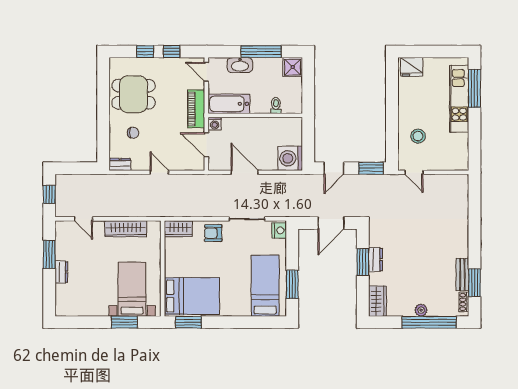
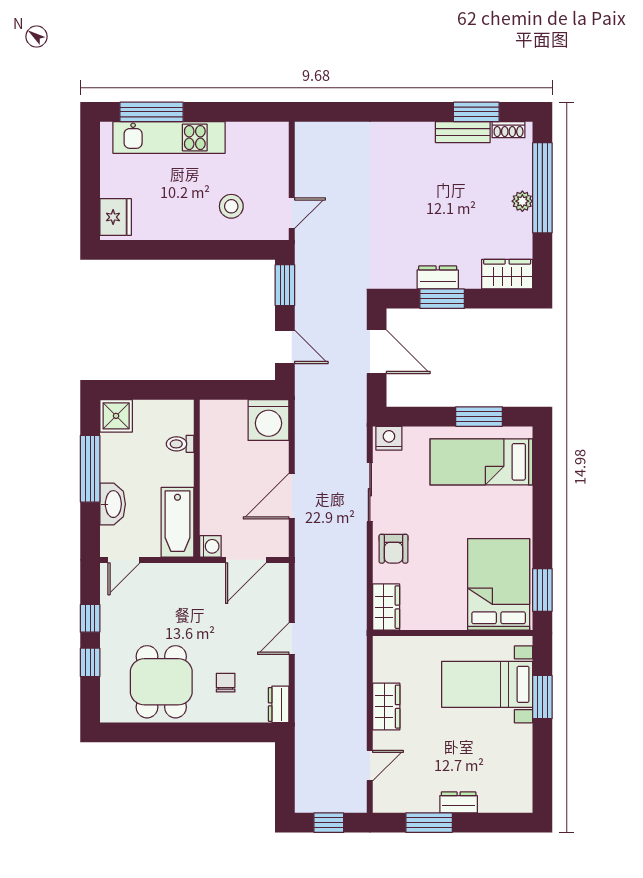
piano: (196, 109) -> (186, 577), removed
wardrobe: (126, 229) -> (386, 707), width x0.67

